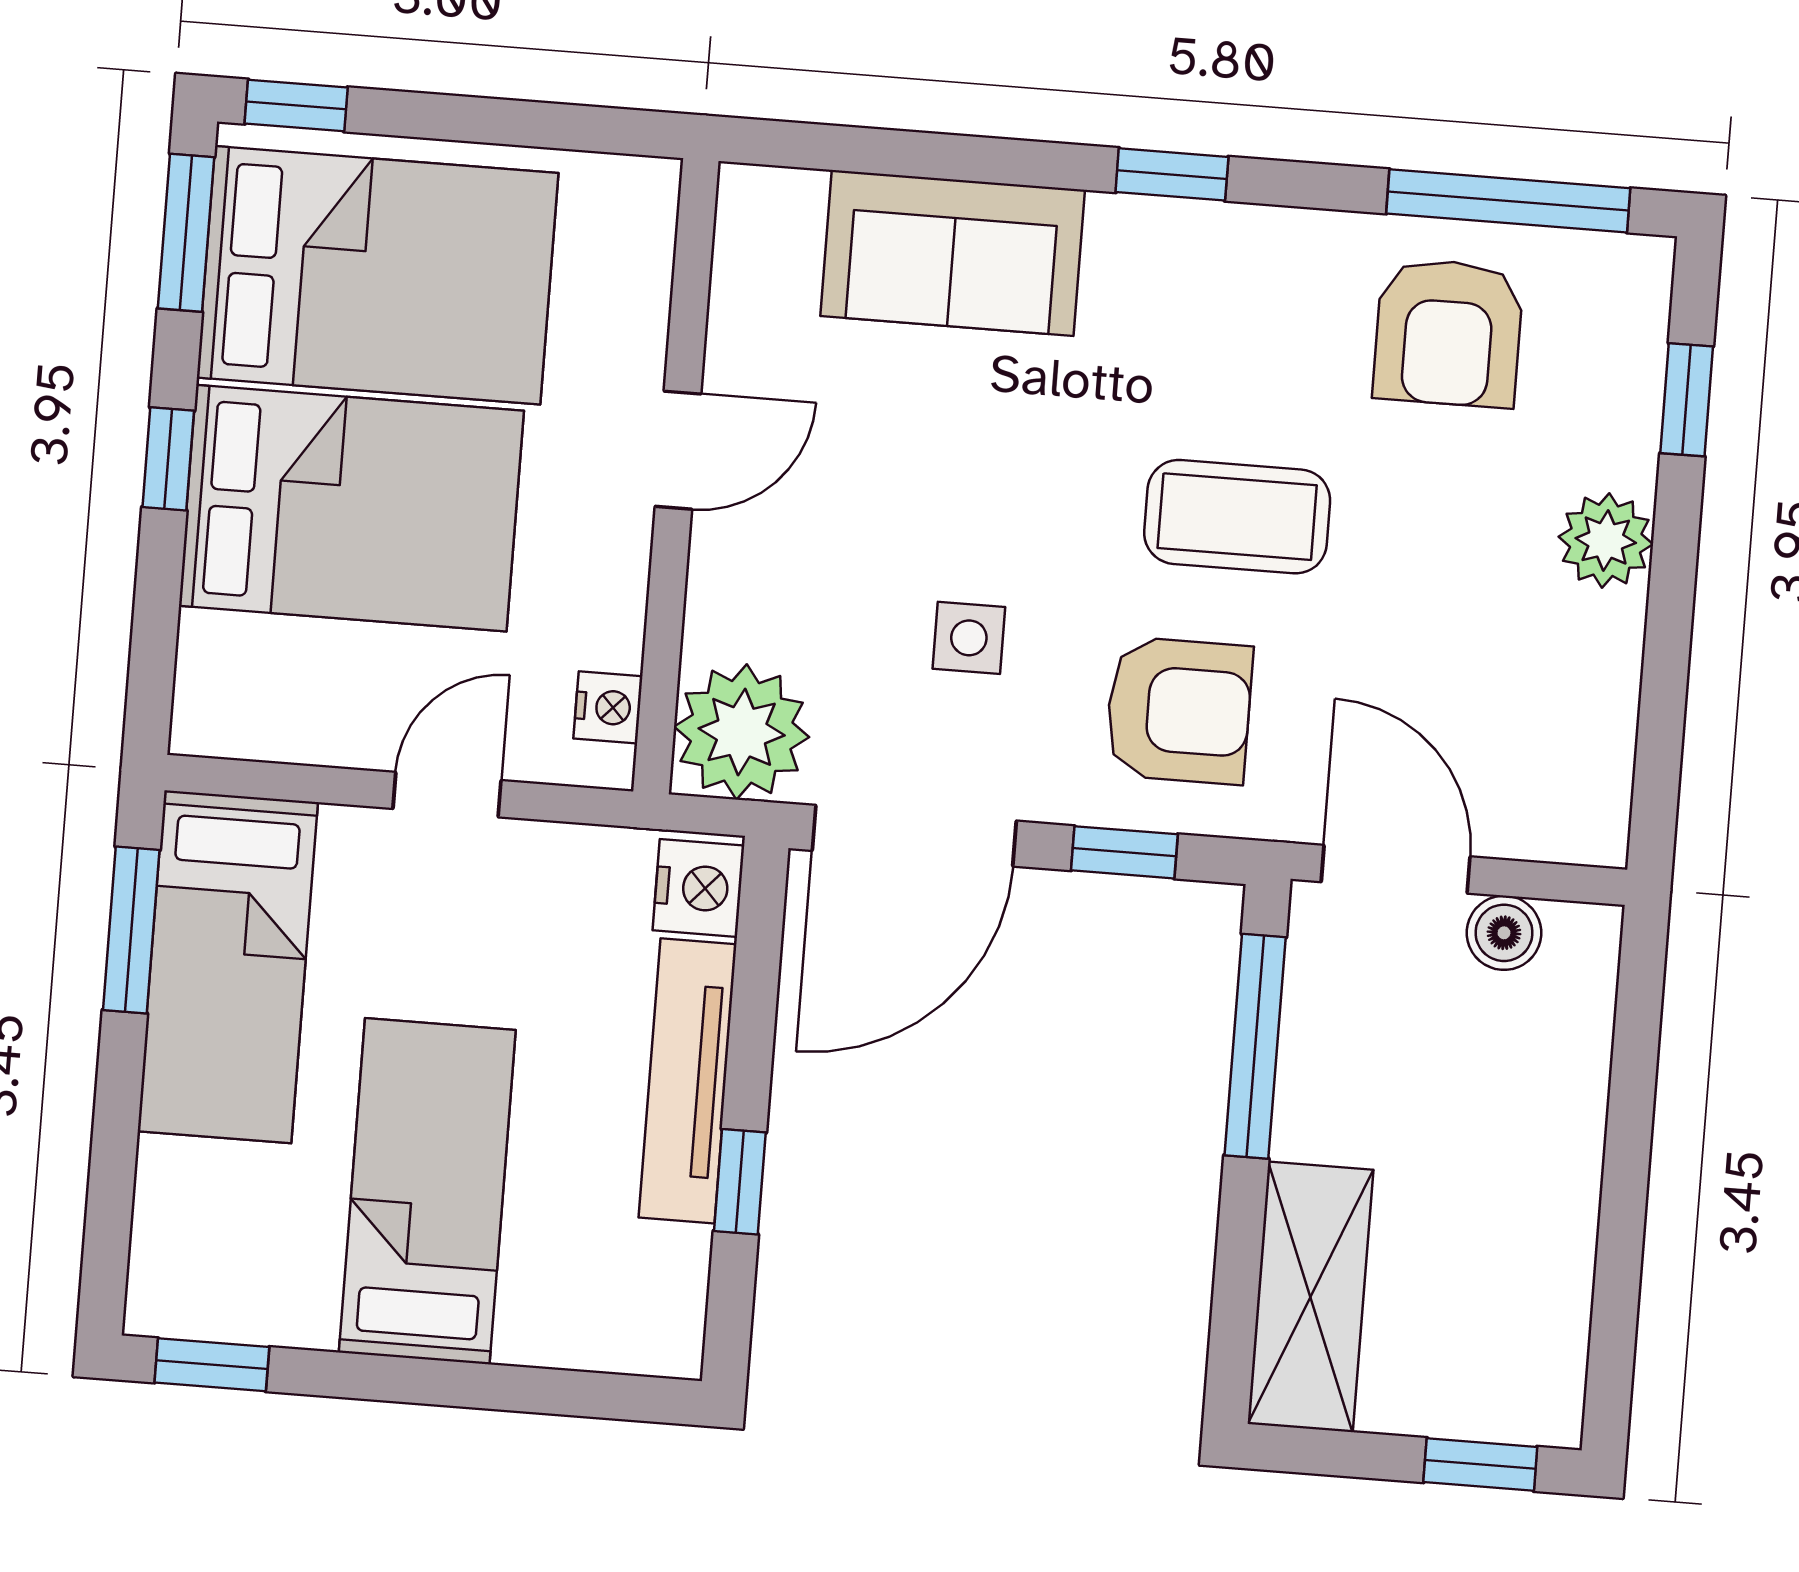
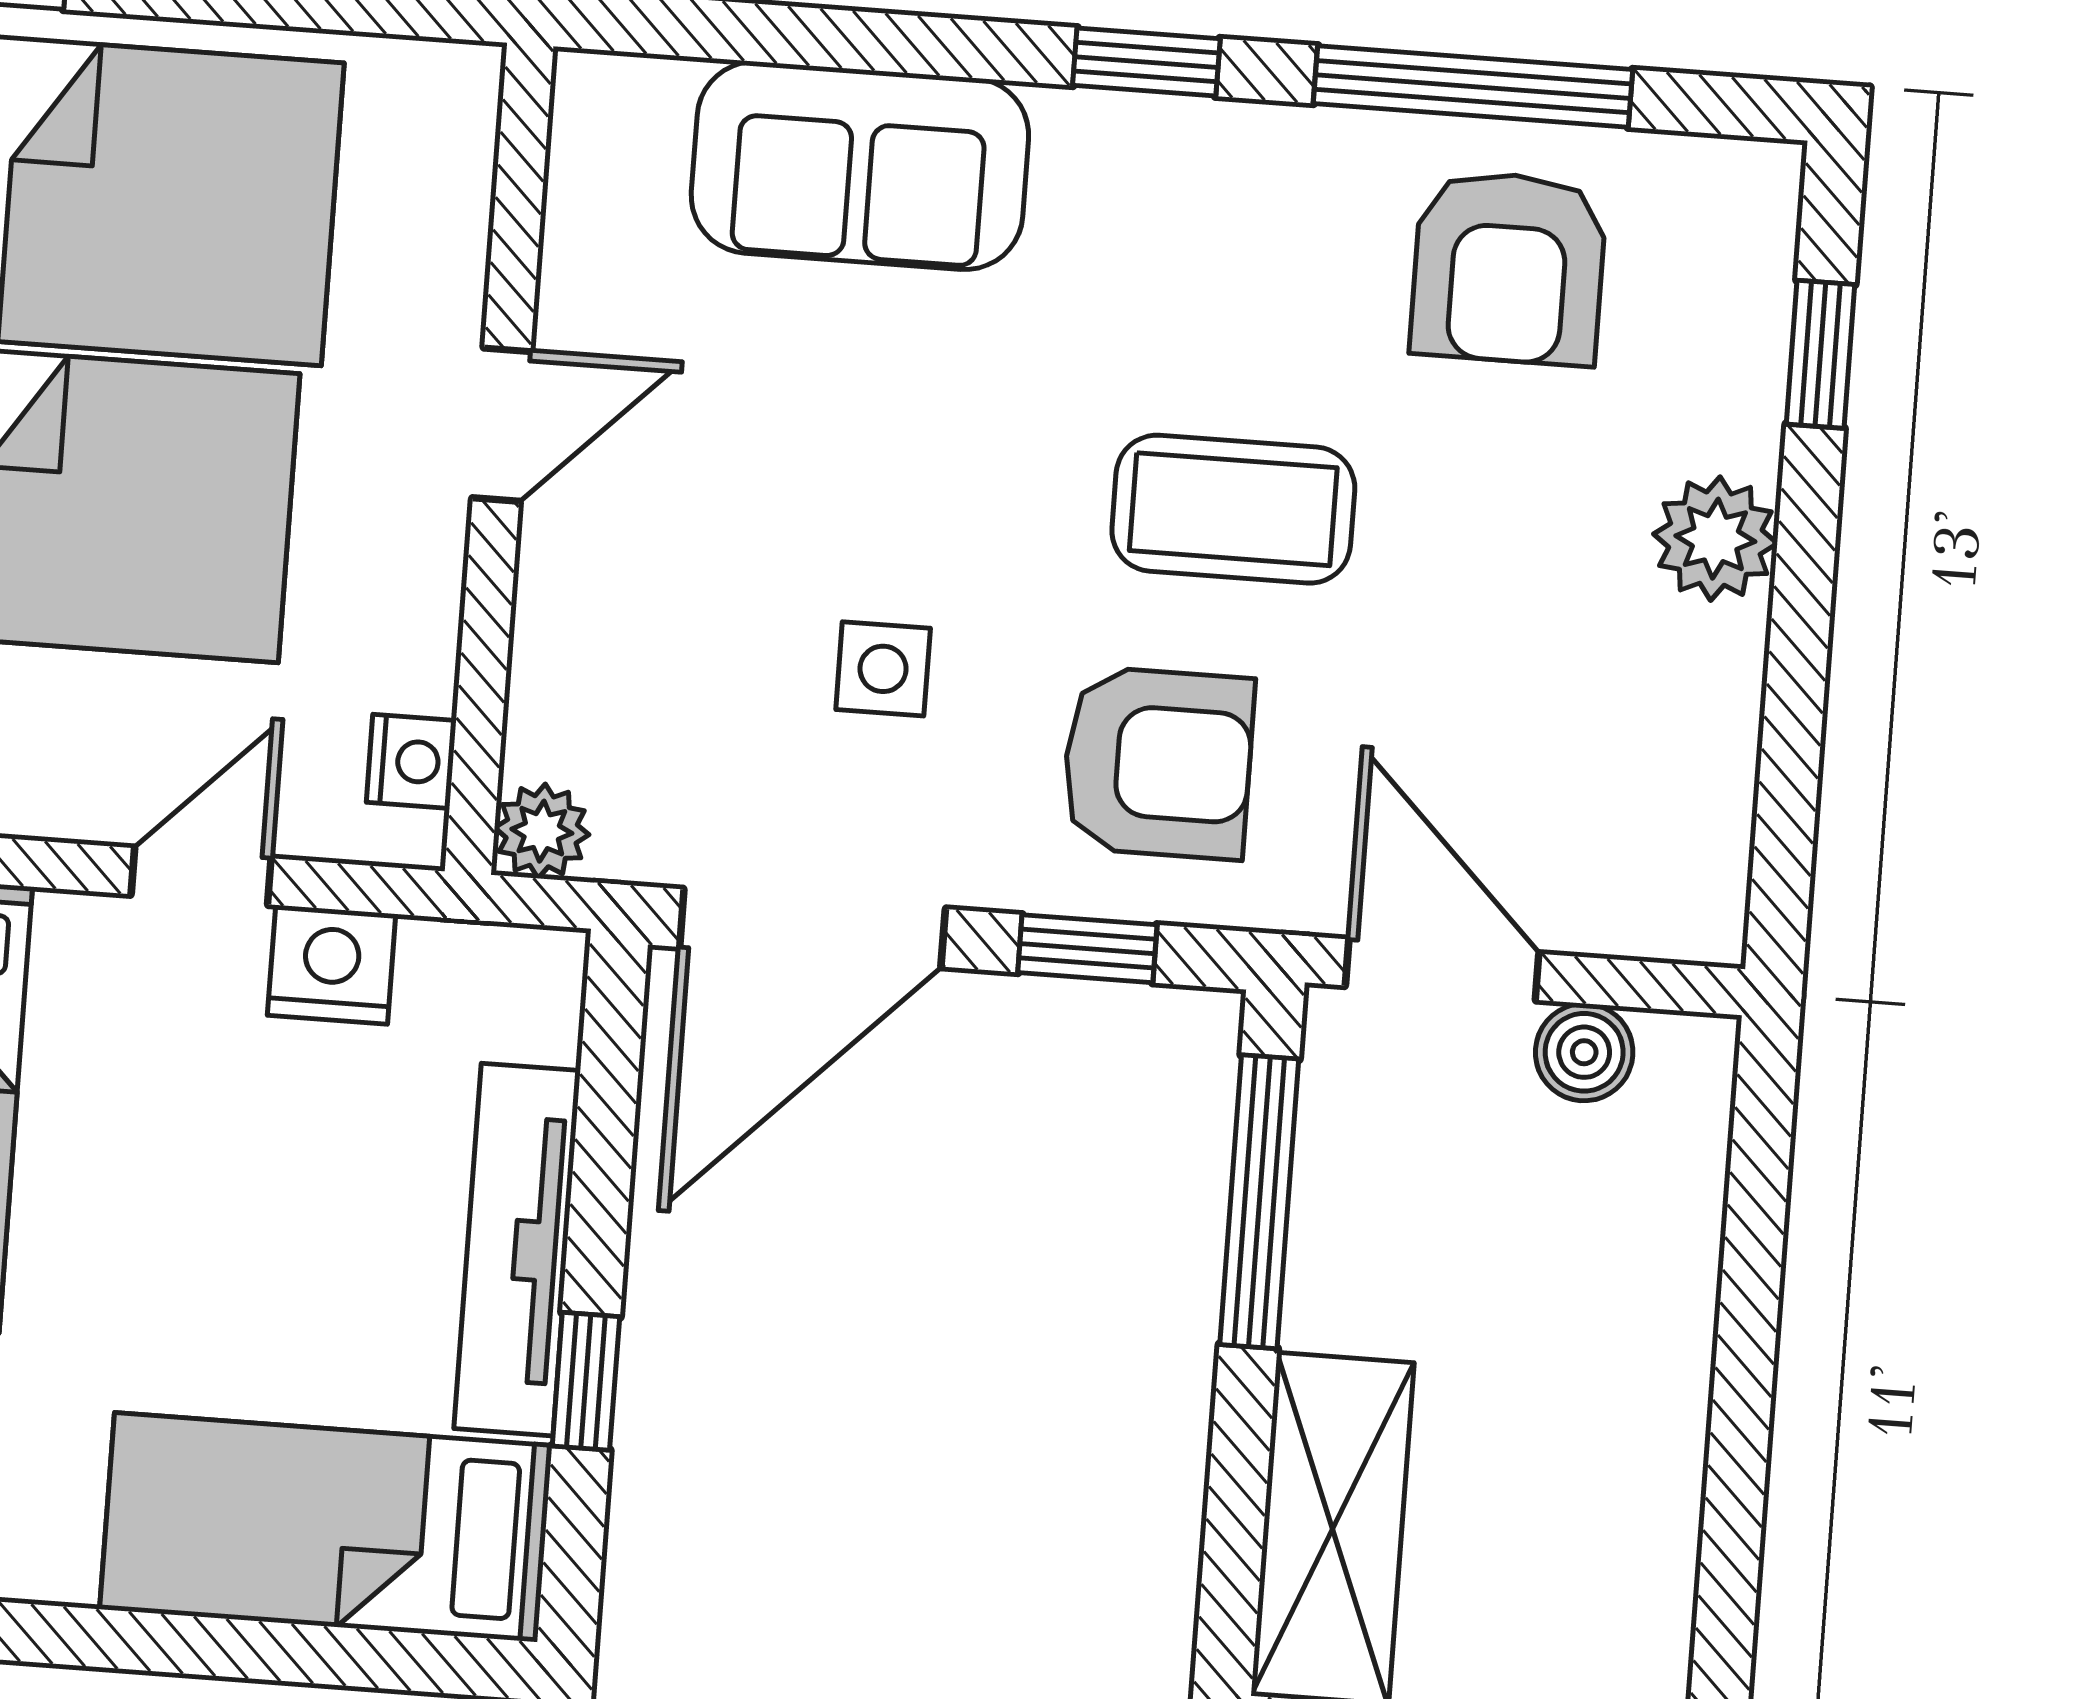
window: (1508, 201) -> (1473, 87), moved
plant: (742, 732) -> (542, 831), width x0.53, depth x0.53
nightstand: (698, 888) -> (332, 965), moved, turned -90
bed: (427, 1191) -> (326, 1527), moved, turned -90

